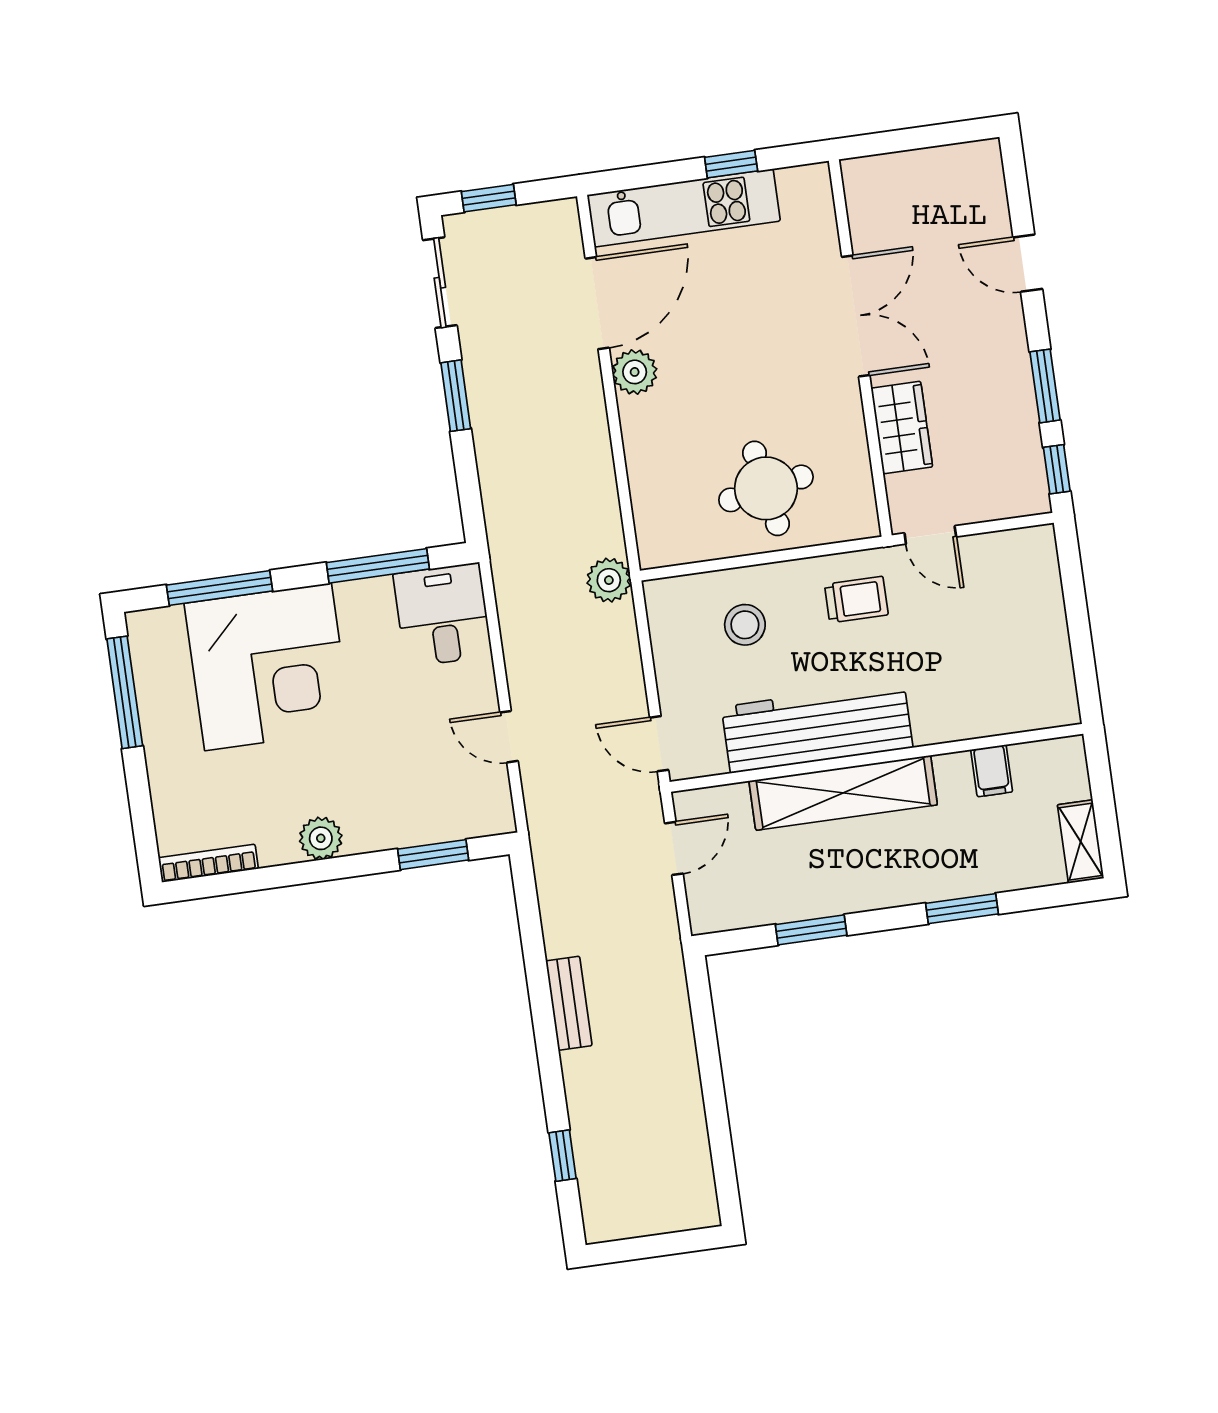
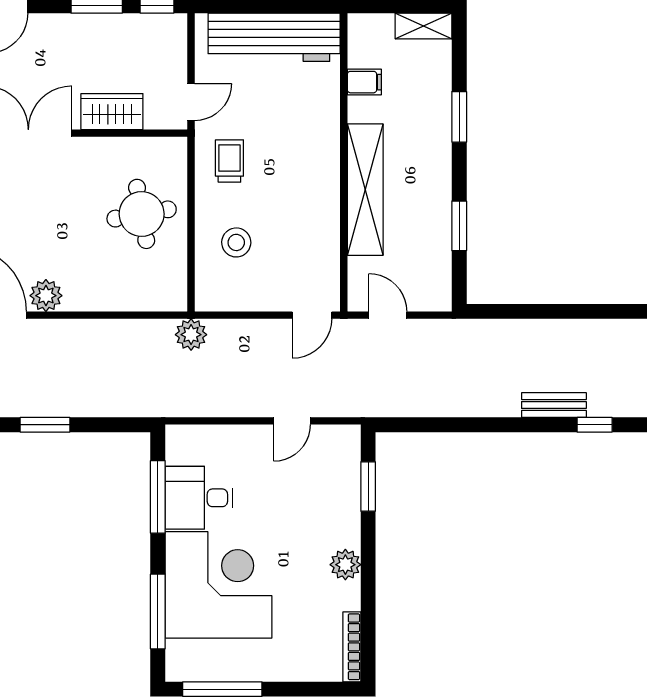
desk: (443, 615) -> (199, 498), moved
workbench: (817, 727) -> (274, 37), moved, turned -90
bench: (569, 1003) -> (554, 405), moved

